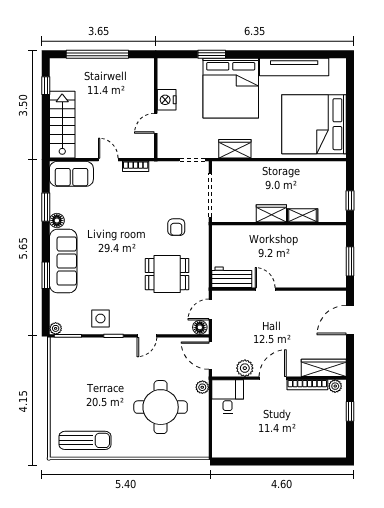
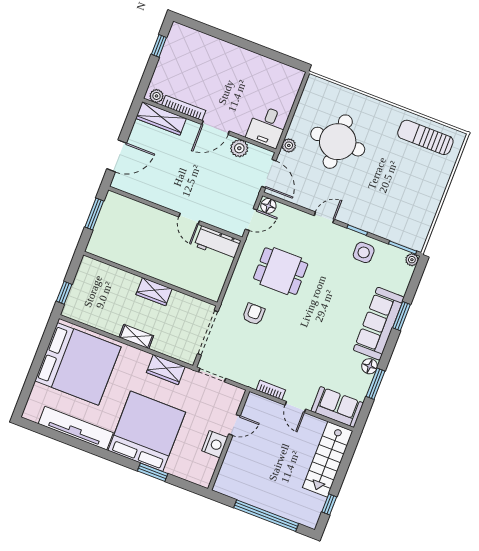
window: (350, 201) -> (64, 293), moved
shelving: (303, 215) -> (136, 337), moved
window: (350, 411) -> (159, 46), moved

